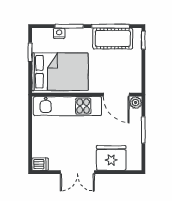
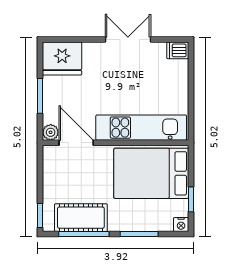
nightstand: (59, 33) -> (181, 225), moved
fridge: (111, 158) -> (62, 59), moved

